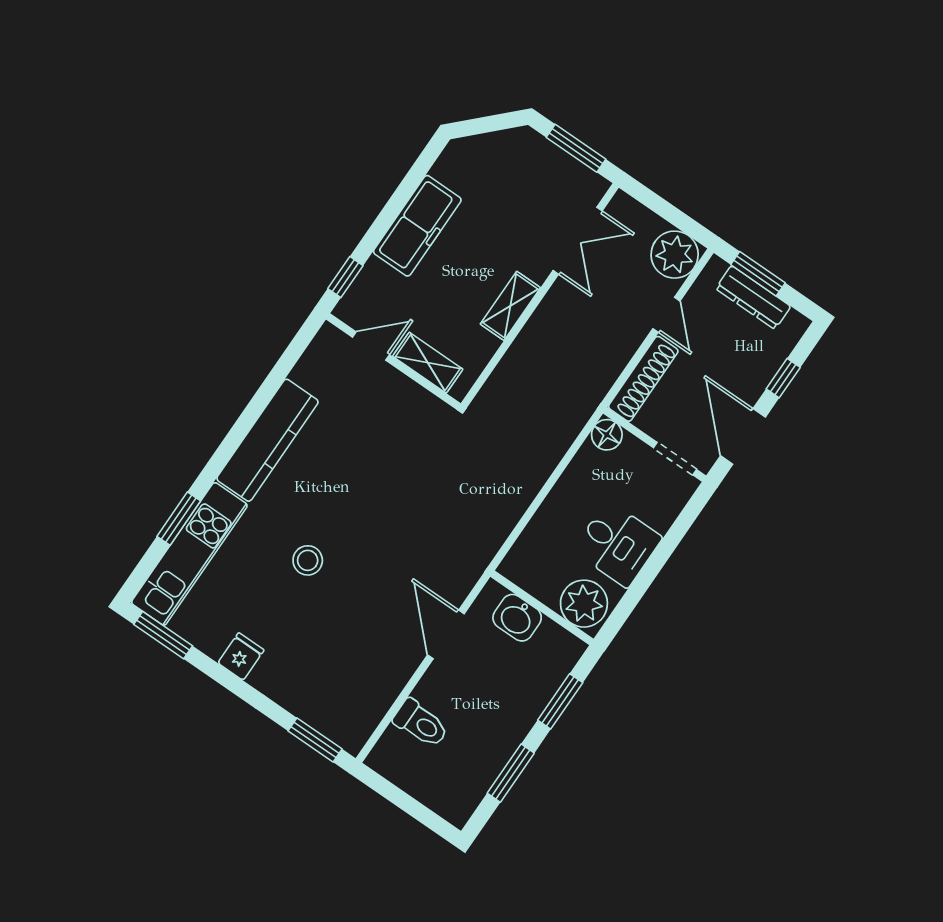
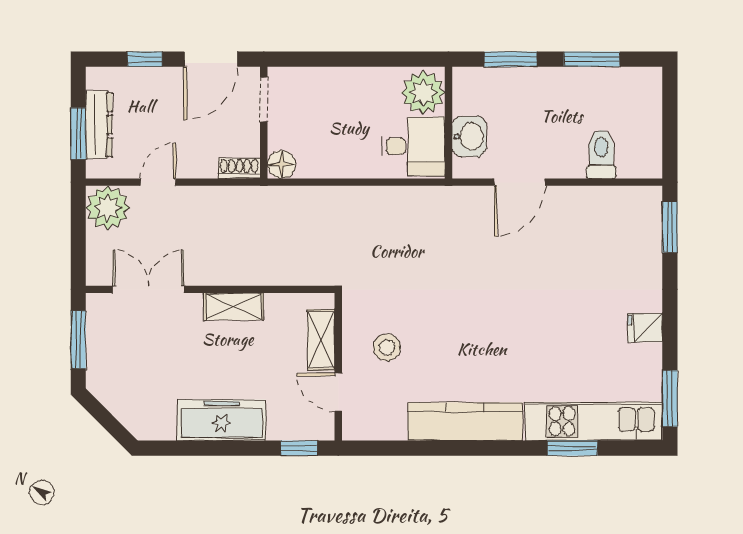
shoe rack: (643, 379) -> (239, 168), width x0.51, depth x0.81
desk: (617, 544) -> (413, 146), moved, turned 90
stool: (308, 560) -> (387, 347), moved

